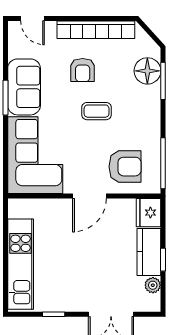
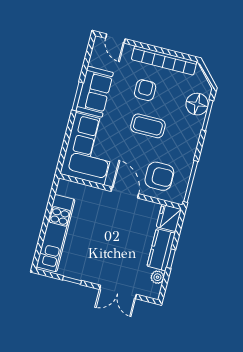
armchair: (83, 70) -> (145, 90), turned 180
coffee table: (97, 111) -> (148, 126), width x1.36, depth x1.30
door: (89, 196) -> (125, 193), swing flipped

